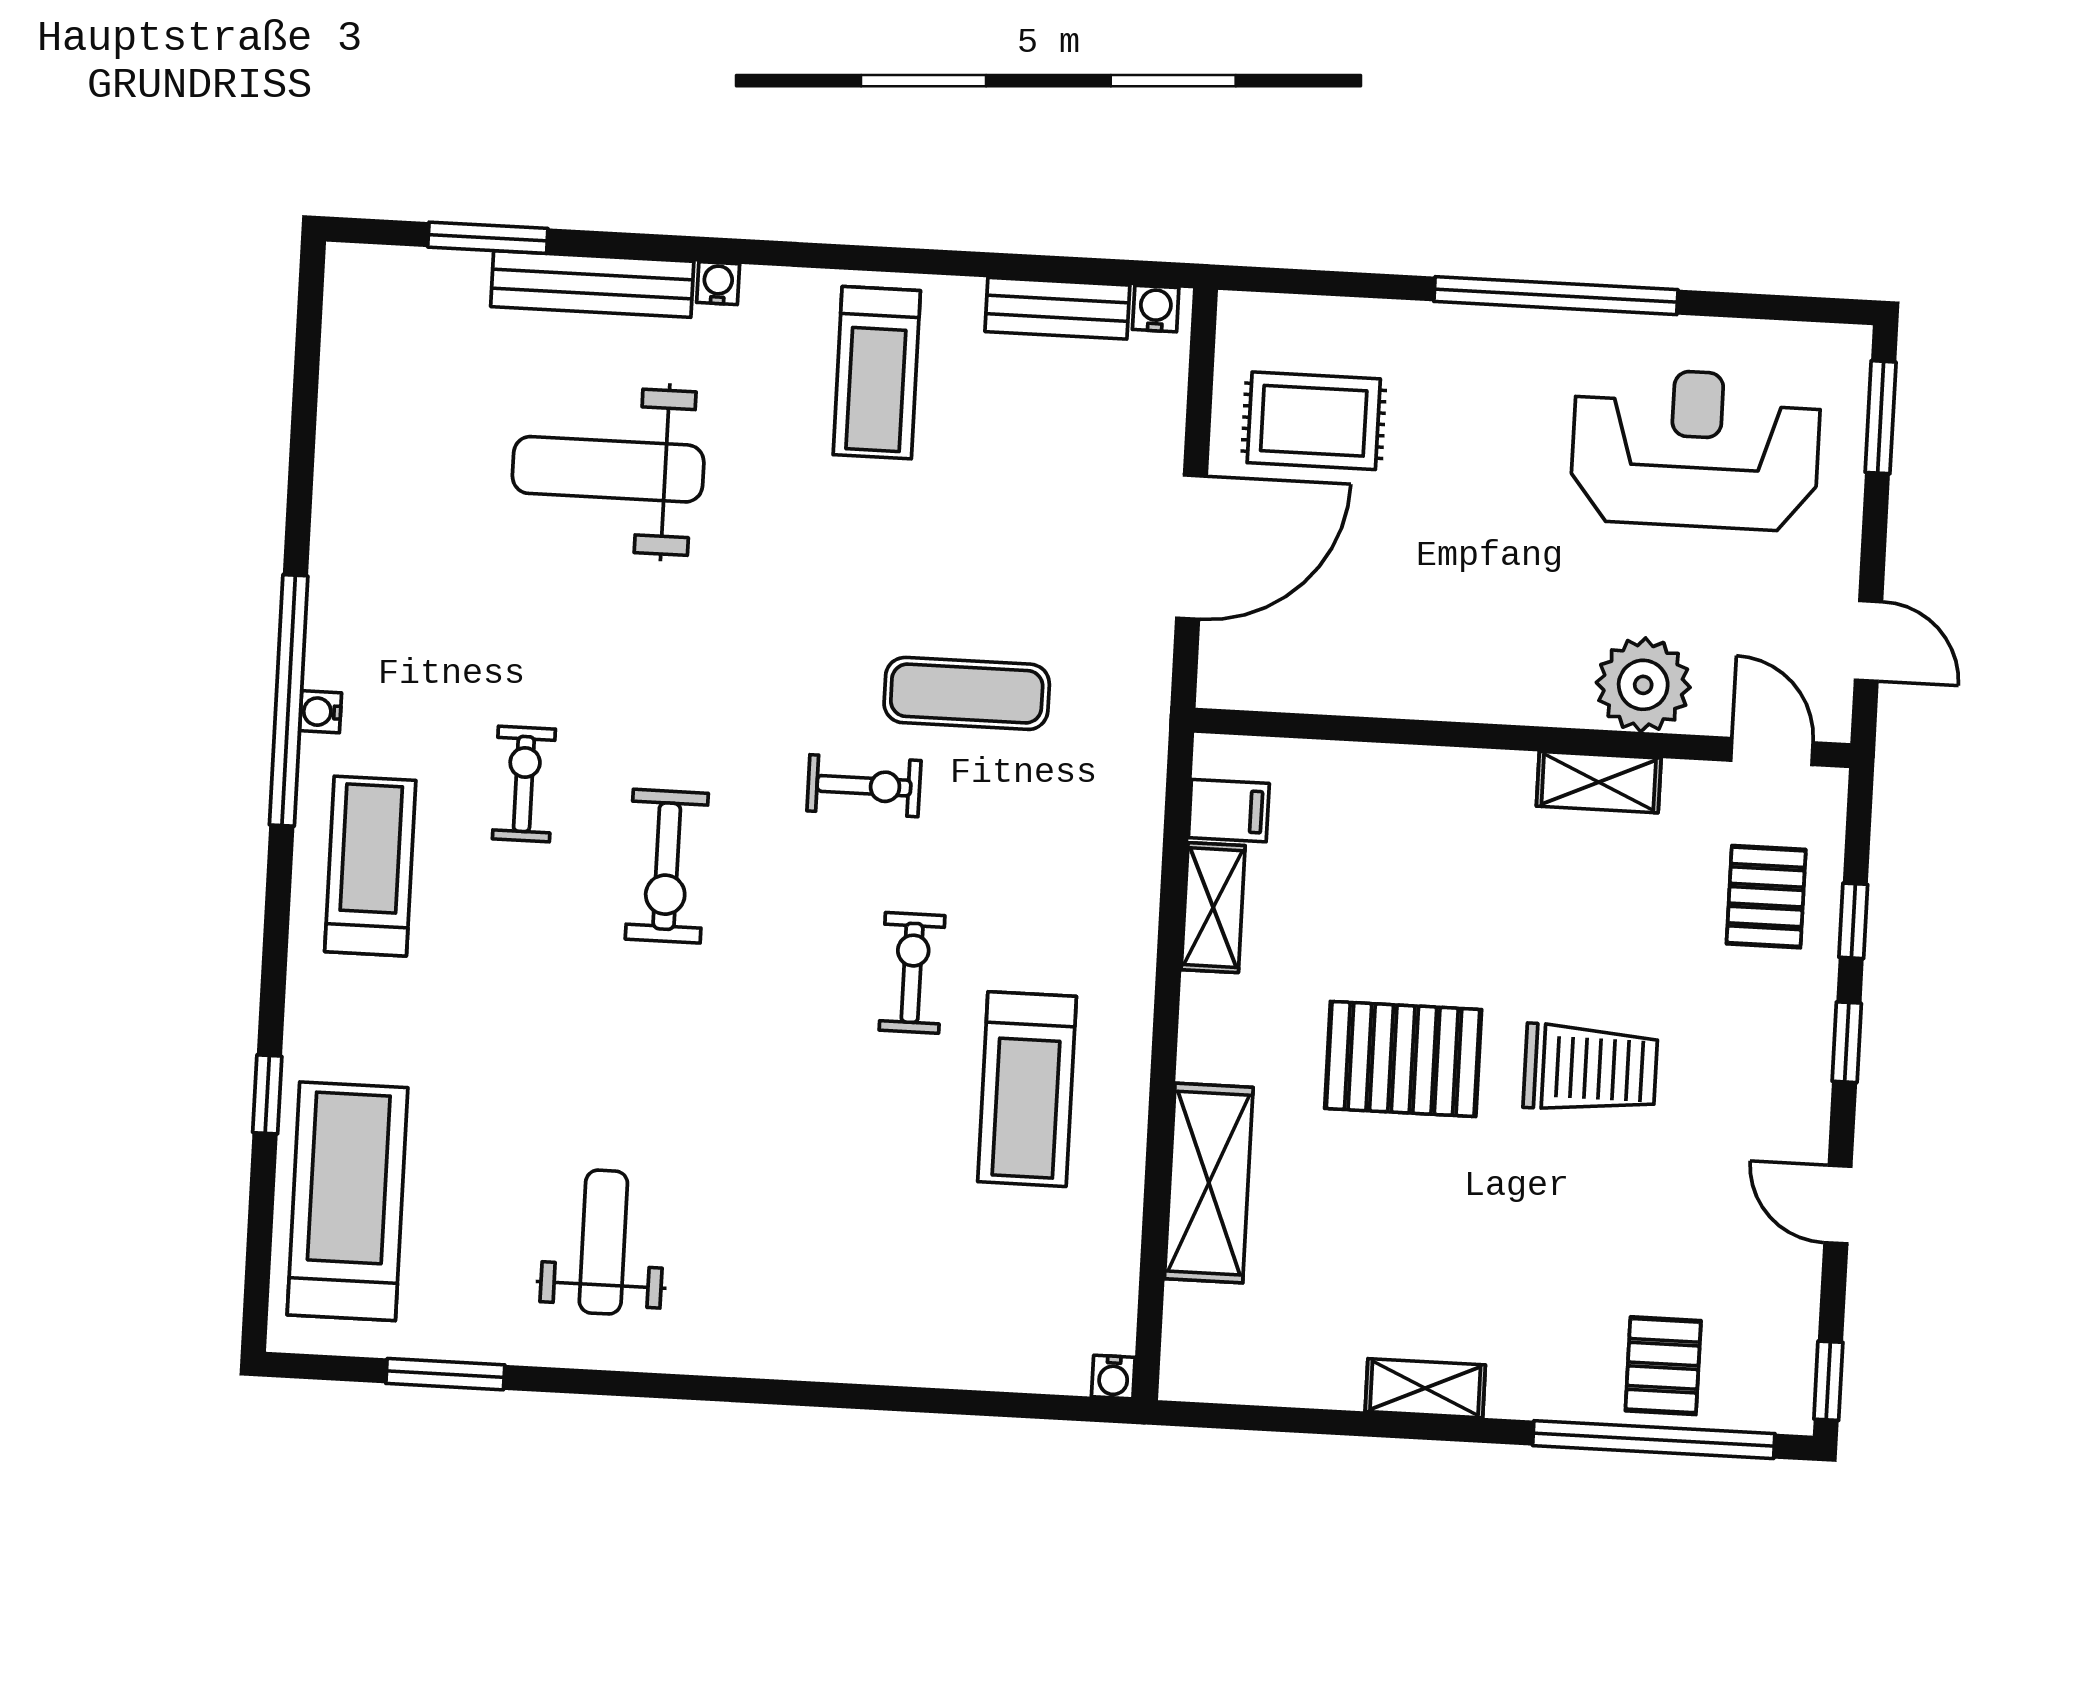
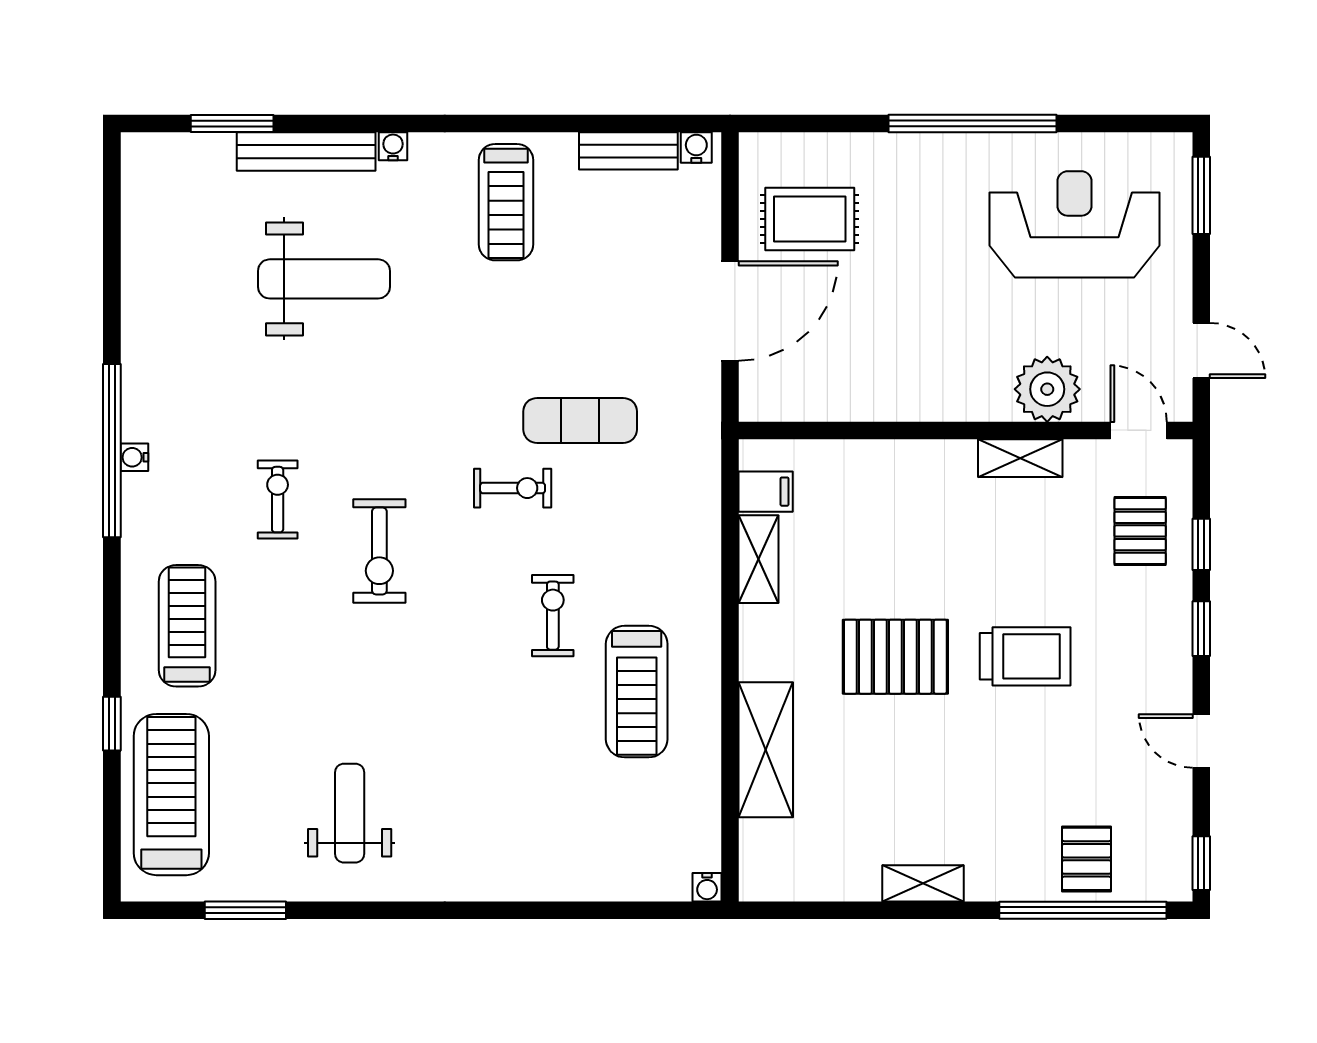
weight bench: (608, 469) -> (324, 279), turned 180
treadmill: (370, 866) -> (187, 626), moved

